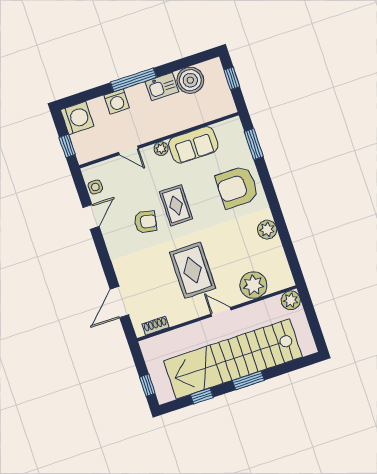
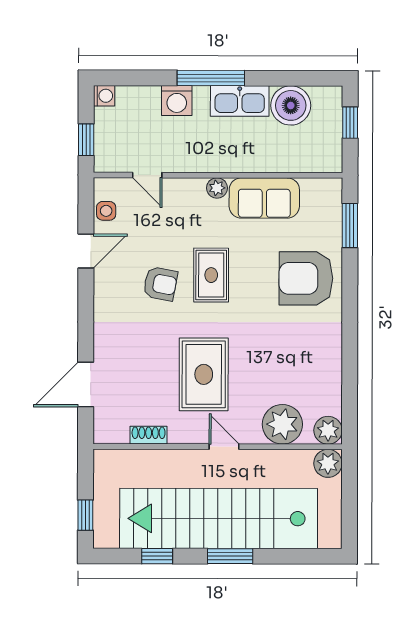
kitchen sink: (162, 87) -> (240, 101), width x1.38
washing machine: (77, 118) -> (104, 96), width x0.53, depth x0.53
door: (129, 150) -> (147, 175), moved
plant: (267, 230) -> (328, 430), moved
shoe rack: (156, 326) -> (149, 435), moved

